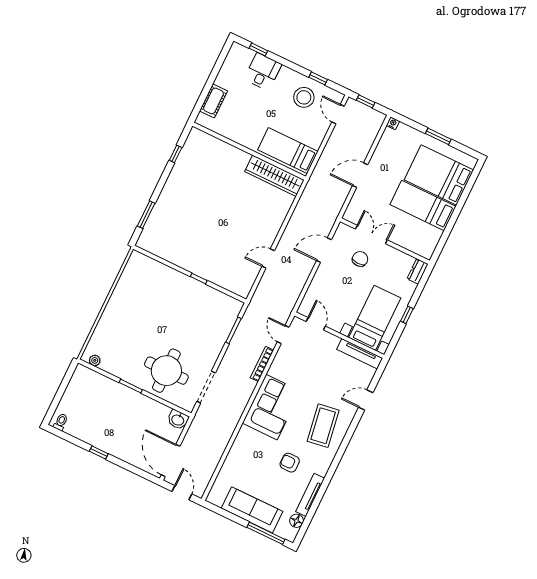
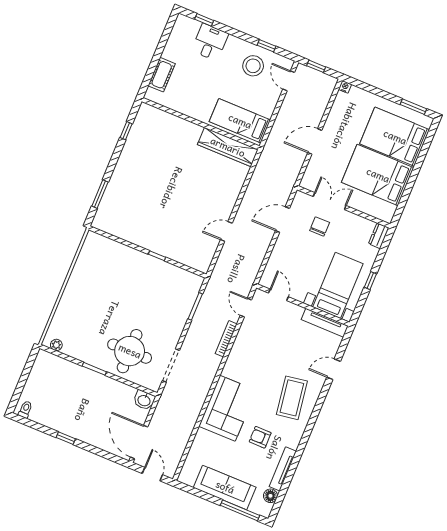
window: (438, 136) -> (413, 107), moved
bed: (423, 206) -> (378, 175), width x1.50
corner sofa: (272, 407) -> (228, 408), moved

